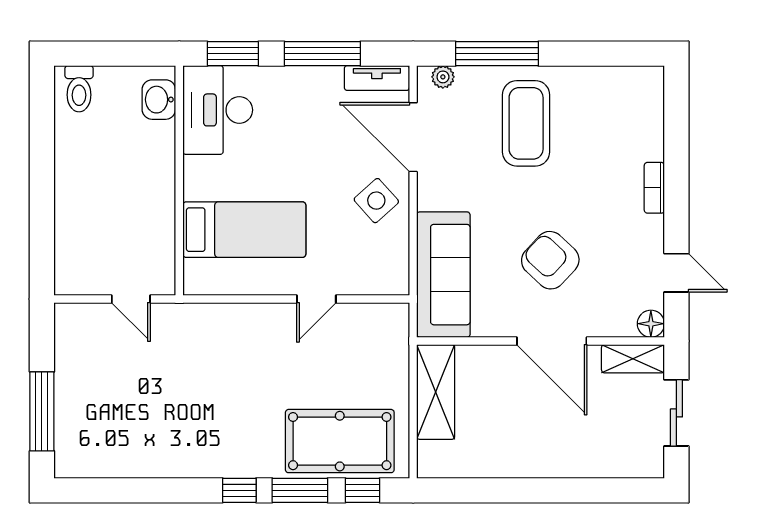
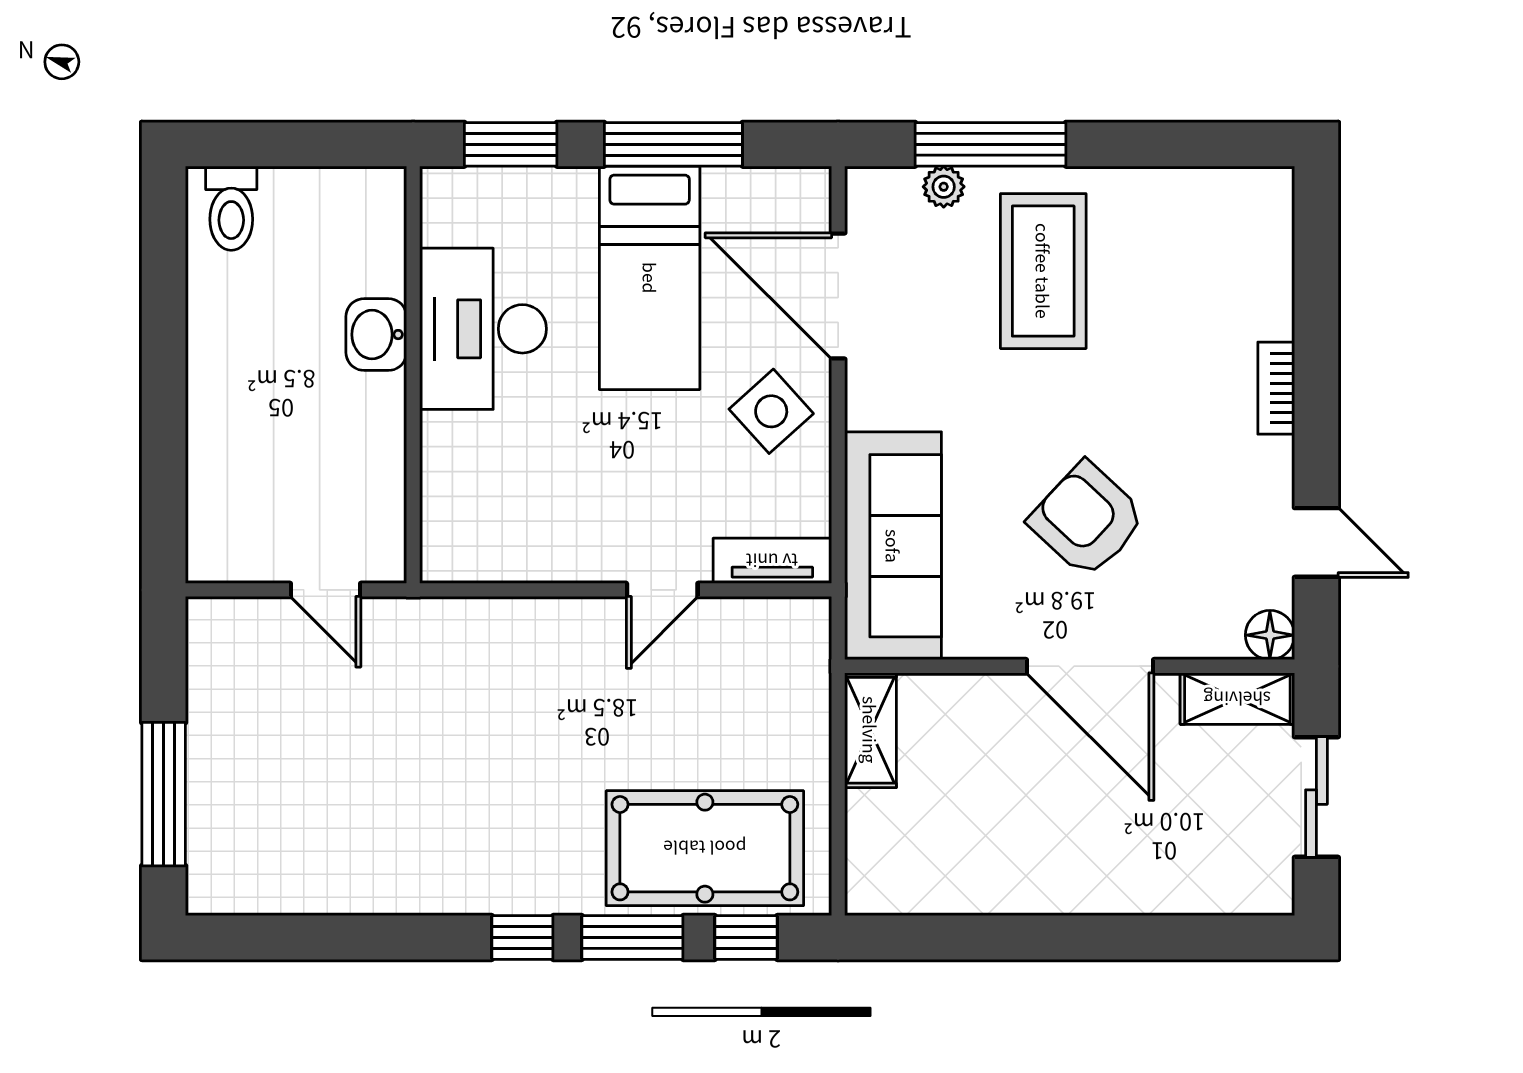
plant: (443, 77) -> (944, 187), moved
tv unit: (377, 78) -> (772, 561), moved, turned 180
washbasin: (159, 100) -> (376, 335), moved
desk: (218, 110) -> (483, 329), moved
bed: (244, 230) -> (650, 278), moved, turned 90
shelving: (436, 392) -> (870, 730), width x0.67, depth x0.75

